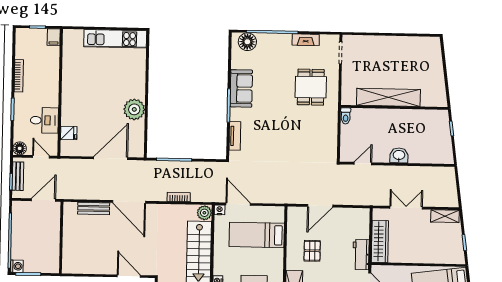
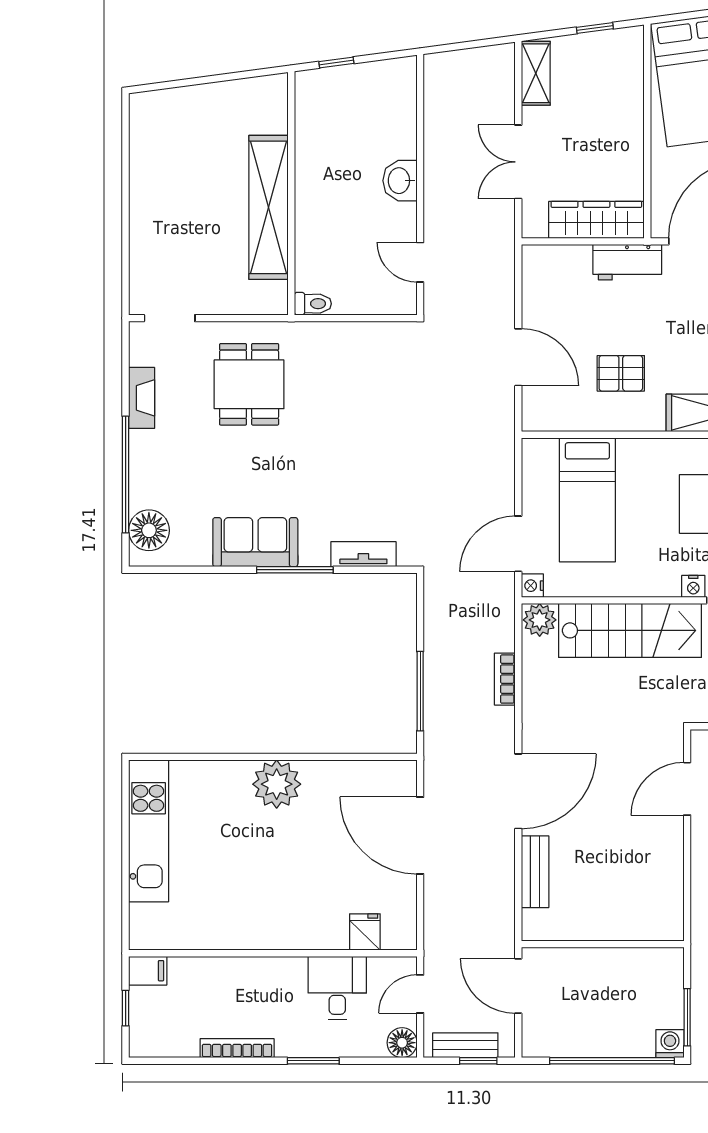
dining table: (311, 87) -> (249, 384), turned 90
plant: (134, 109) -> (277, 784), moved

